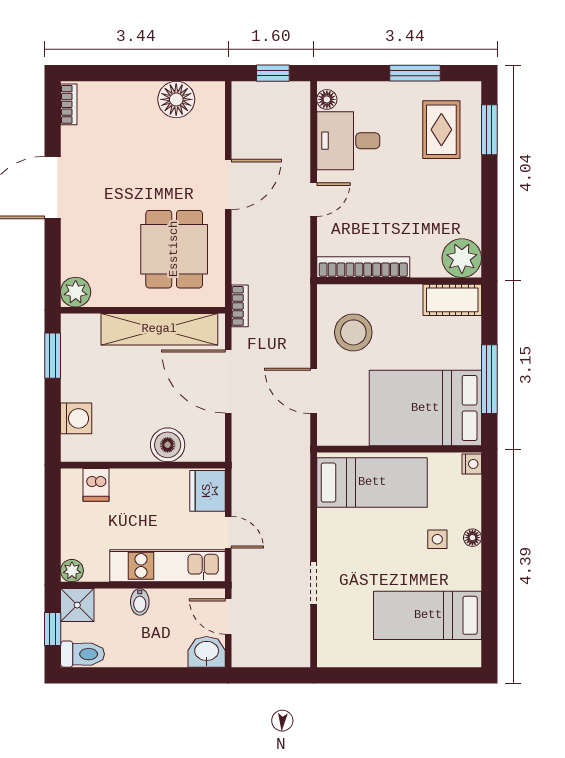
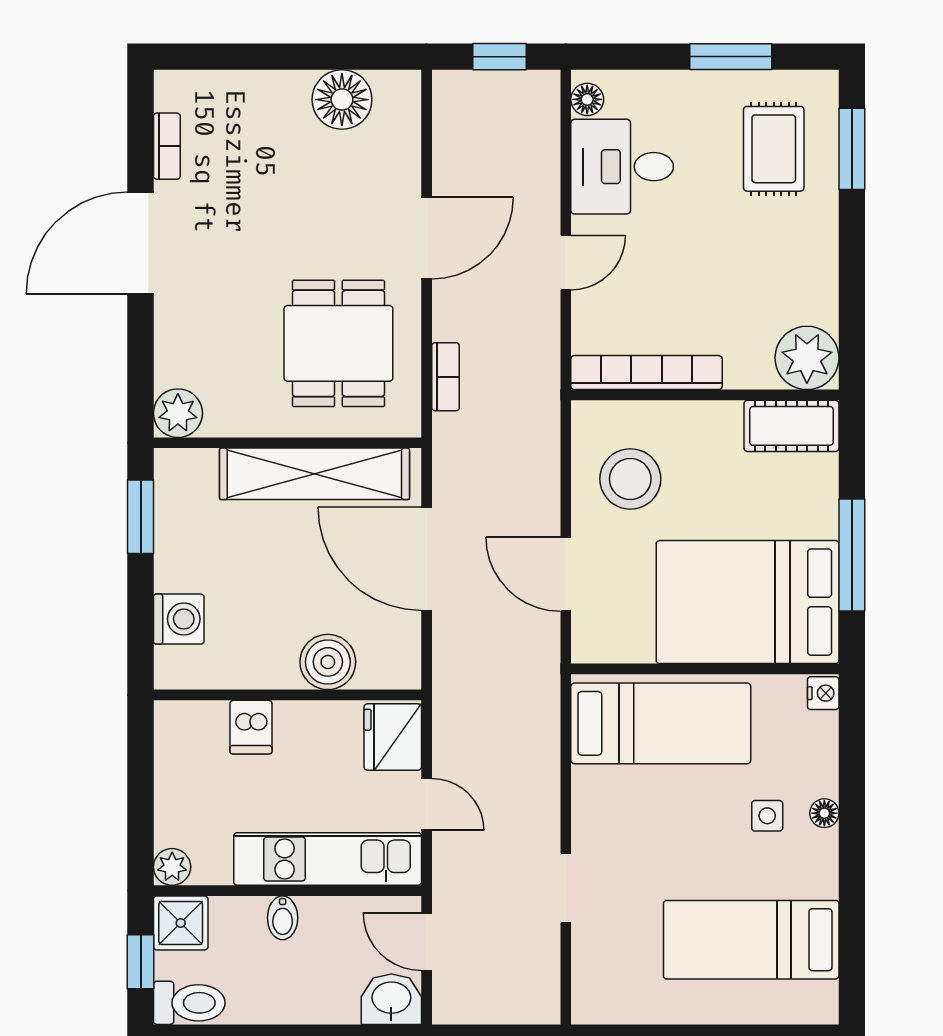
bookcase: (69, 104) -> (167, 146), moved
bookcase: (240, 306) -> (445, 377), moved
dishwasher: (96, 485) -> (251, 727), moved

